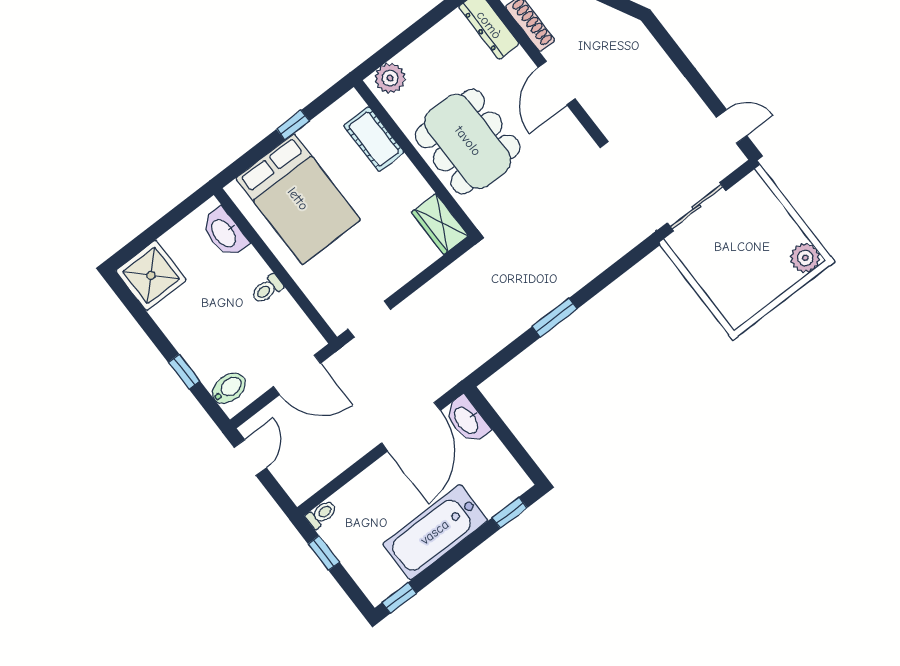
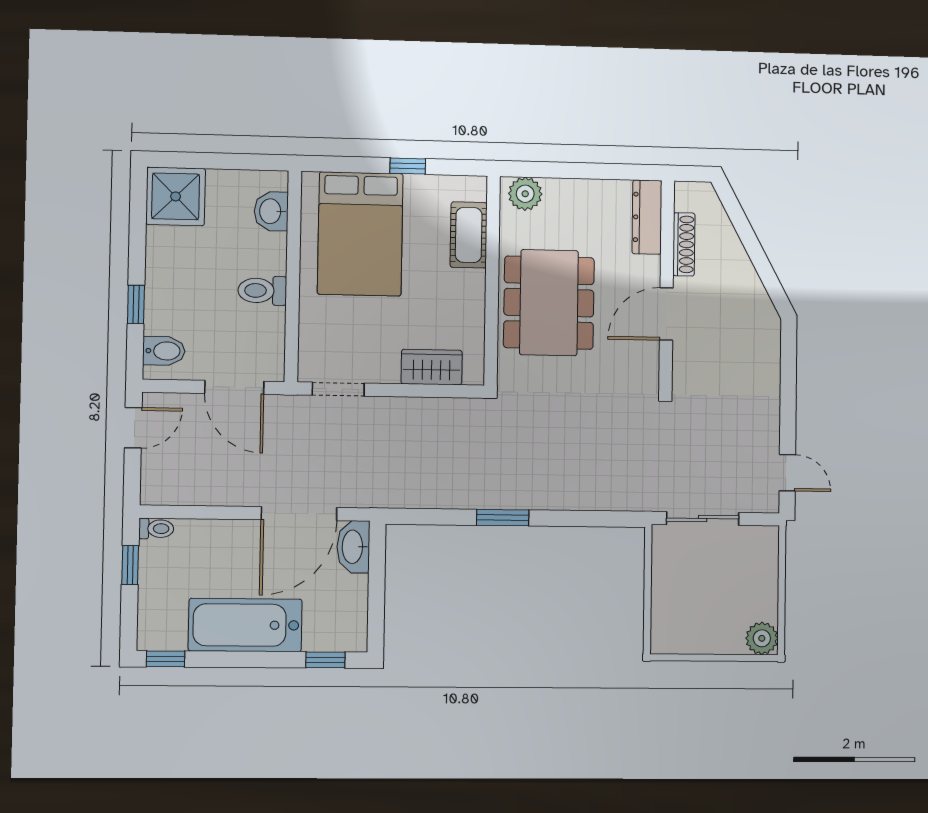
wardrobe: (440, 224) -> (432, 367), moved, turned 90
washbasin: (224, 233) -> (271, 211), width x0.72
toilet: (267, 289) -> (262, 291), width x1.37, depth x1.39

